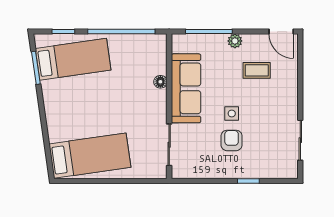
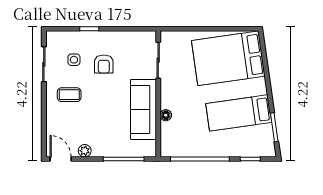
plant: (235, 41) -> (85, 151), moved
bed: (73, 59) -> (239, 113), moved
coffee table: (257, 70) -> (69, 95), moved
side table: (232, 114) -> (74, 60), moved
bed: (90, 156) -> (228, 58), width x1.50

